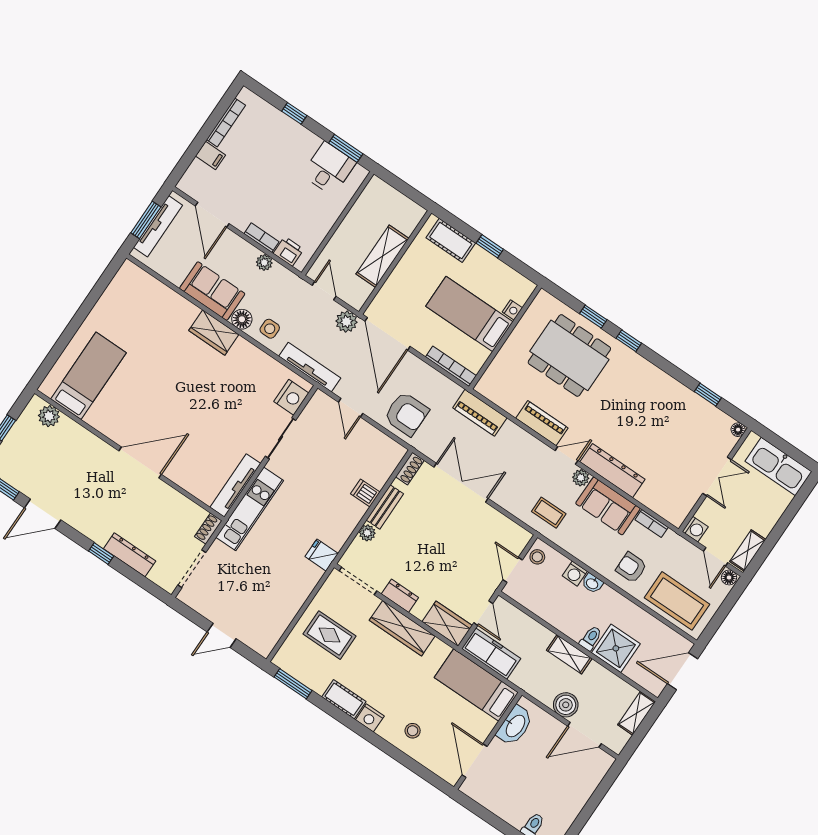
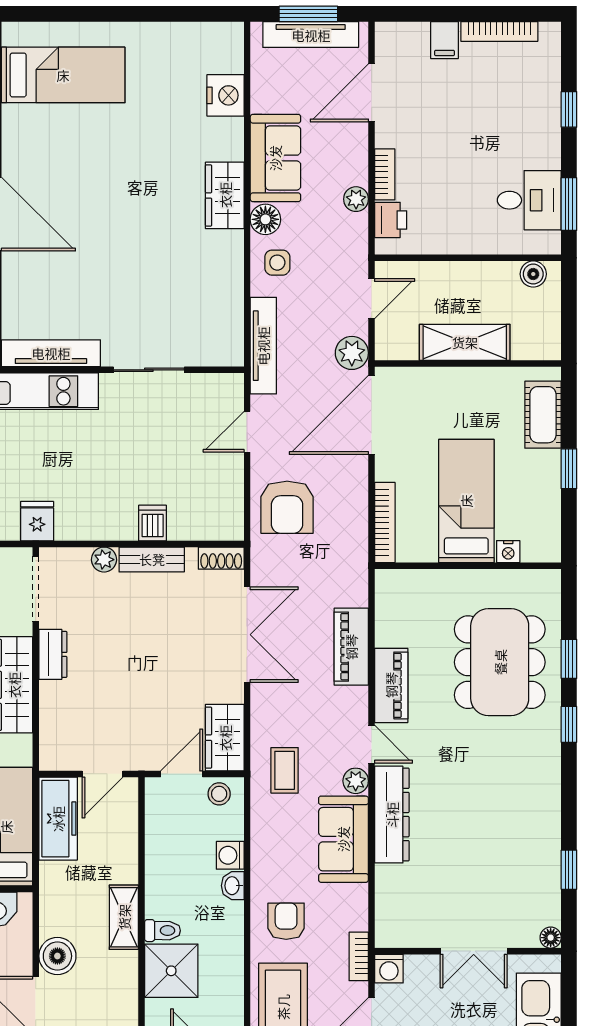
boiler: (371, 194) -> (533, 274), added
nightstand: (291, 397) -> (225, 95), moved, turned -90
piano: (480, 413) -> (351, 647), moved
bookcase: (652, 523) -> (359, 956), moved
wardrobe: (447, 624) -> (225, 738), moved, turned 180

